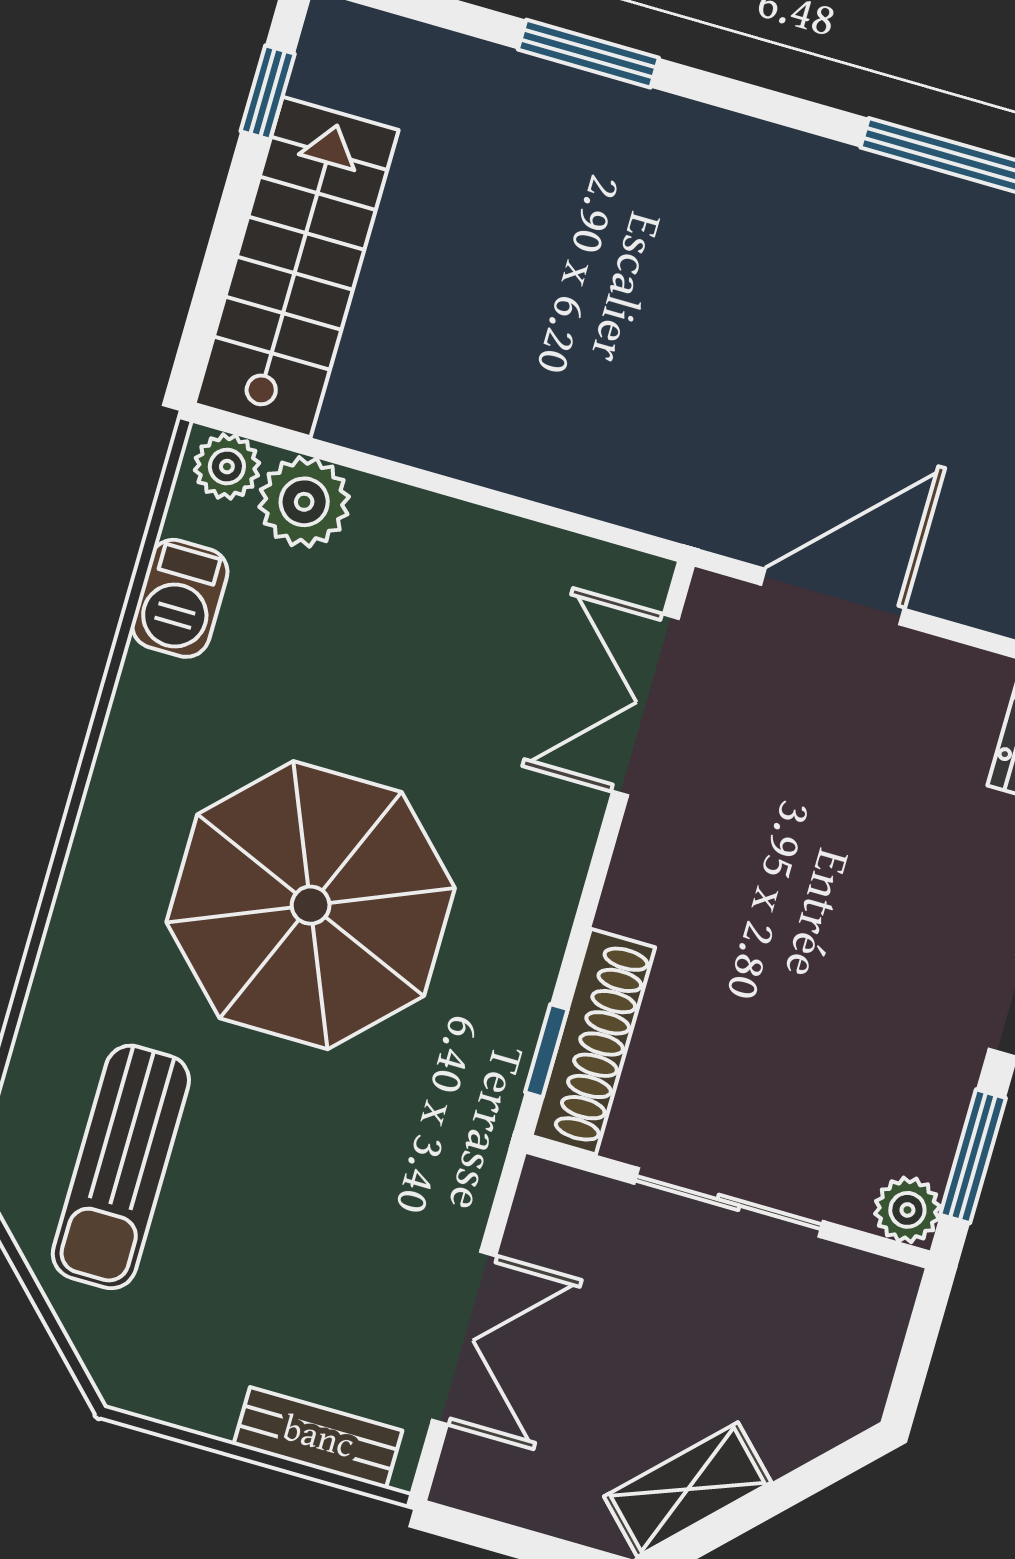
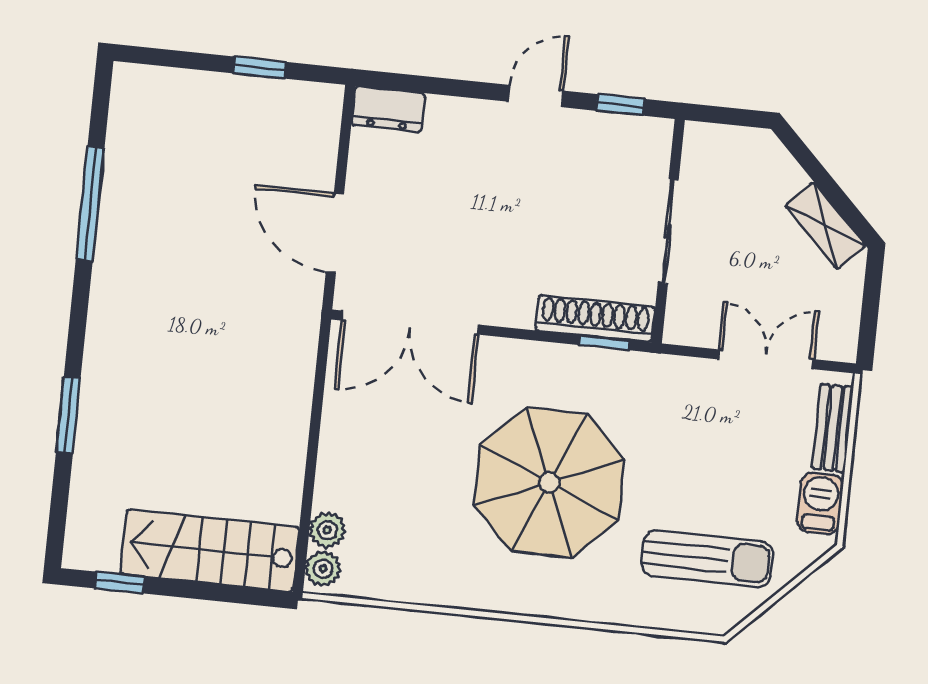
plant: (304, 502) -> (327, 530), width x0.73, depth x0.73
barbecue: (180, 598) -> (820, 503), moved, turned -90
double door: (645, 705) -> (411, 323), width x1.37
window: (973, 1156) -> (620, 105), width x0.67
plant: (907, 1210) -> (655, 135), removed

